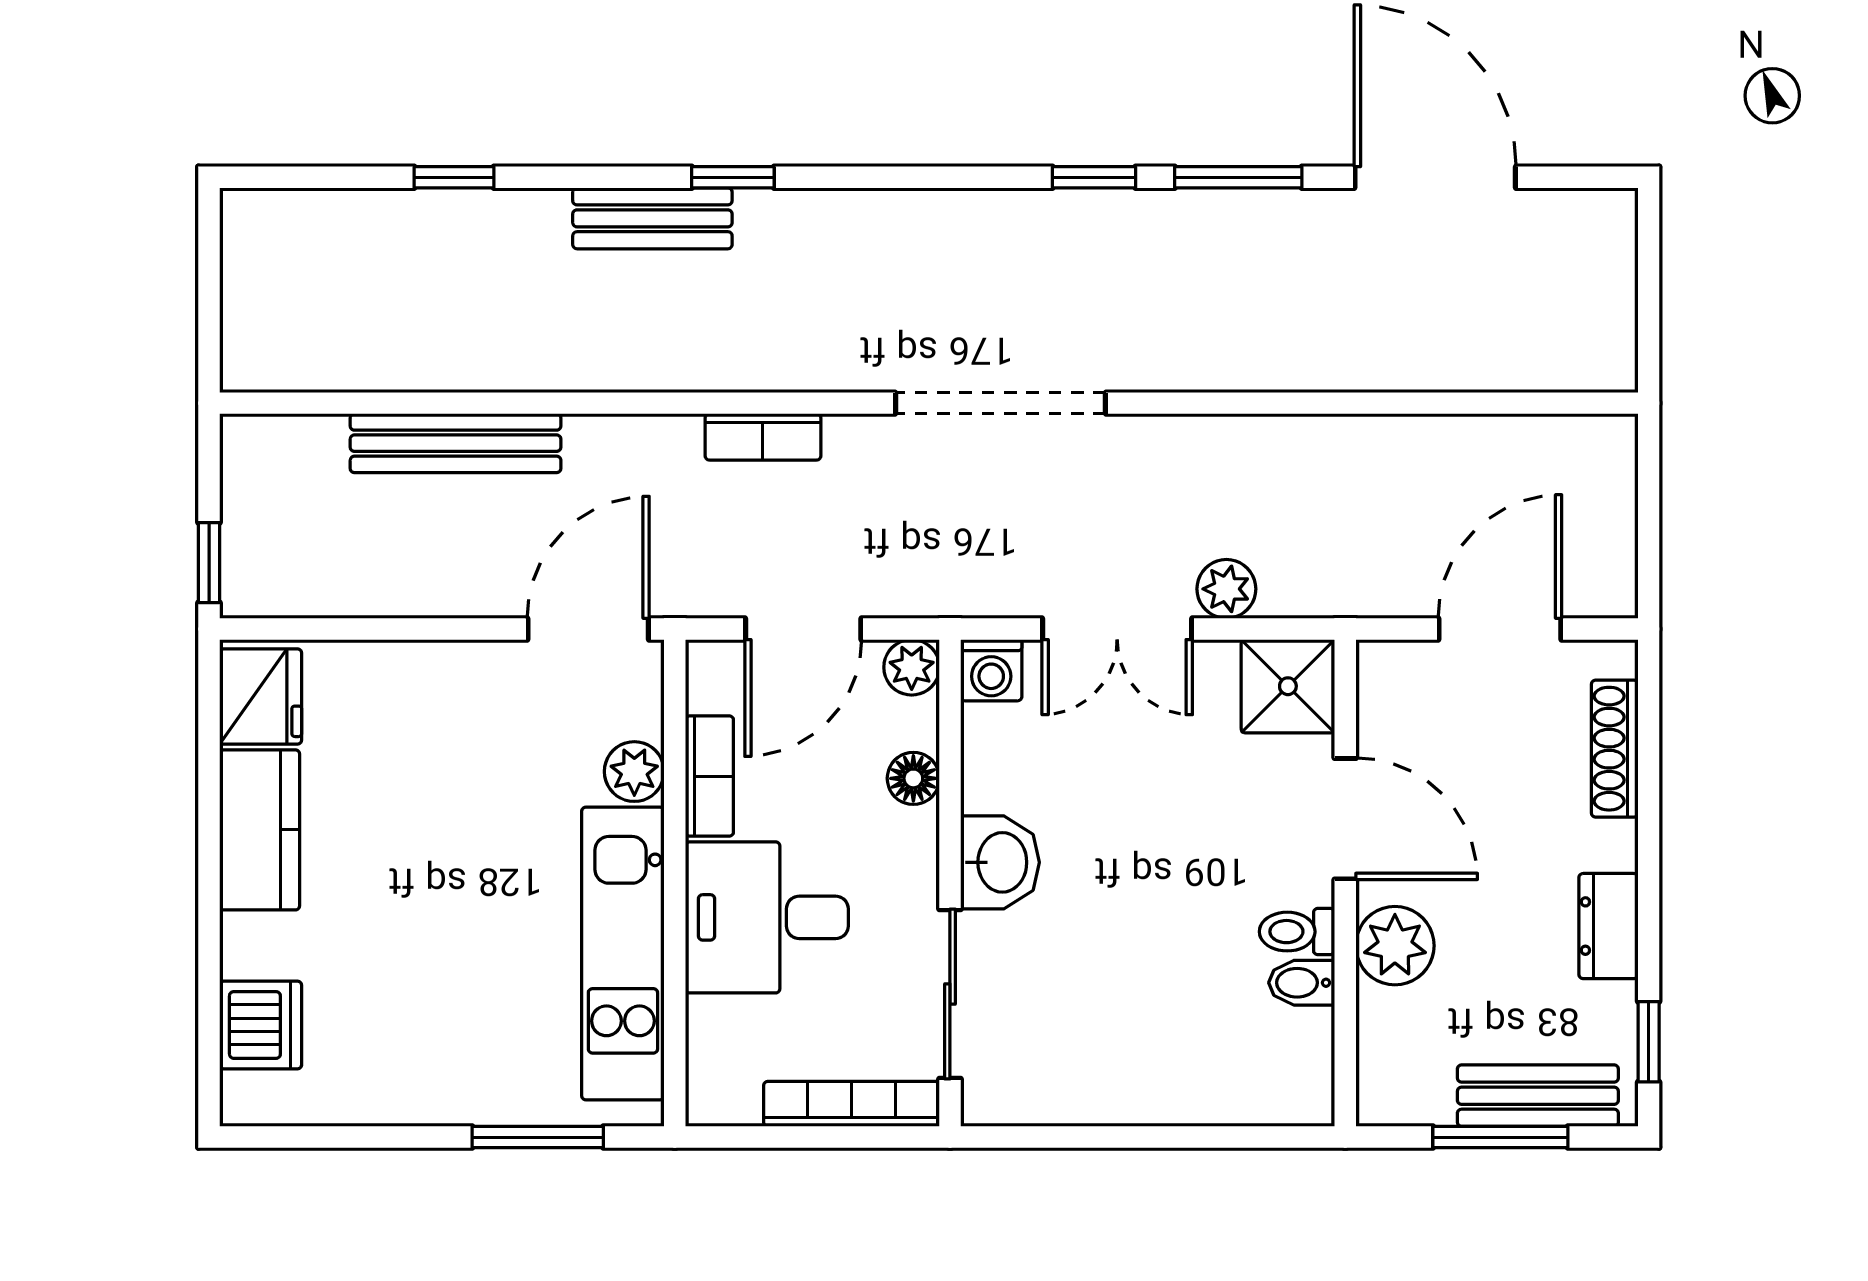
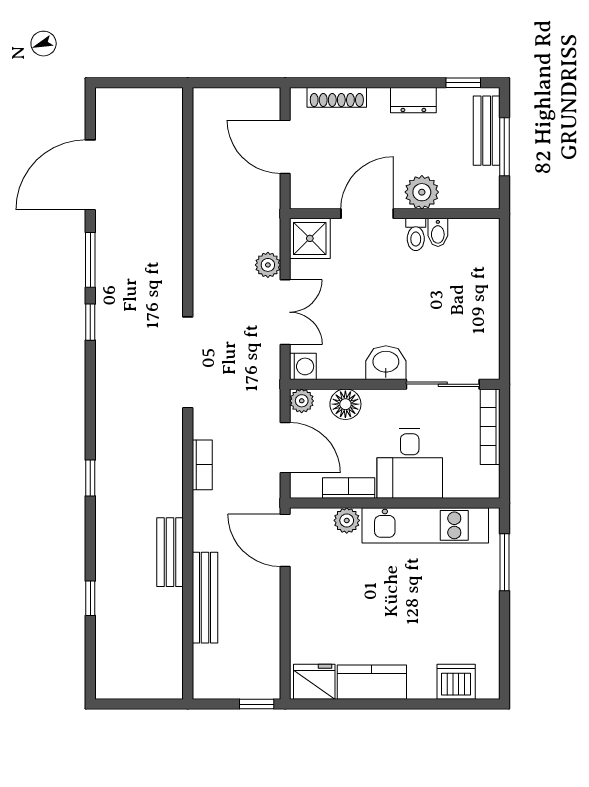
bench: (652, 218) -> (170, 552), moved
floor lamp: (913, 778) -> (345, 404), width x1.37, depth x1.37

